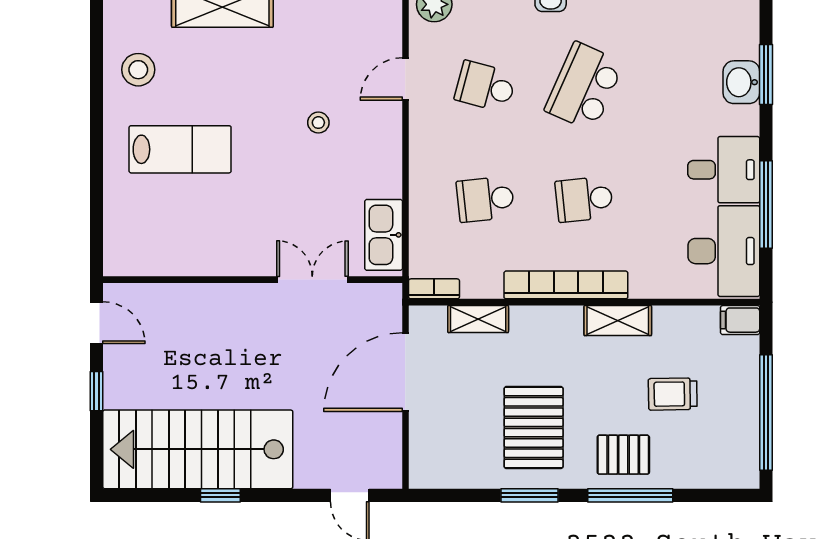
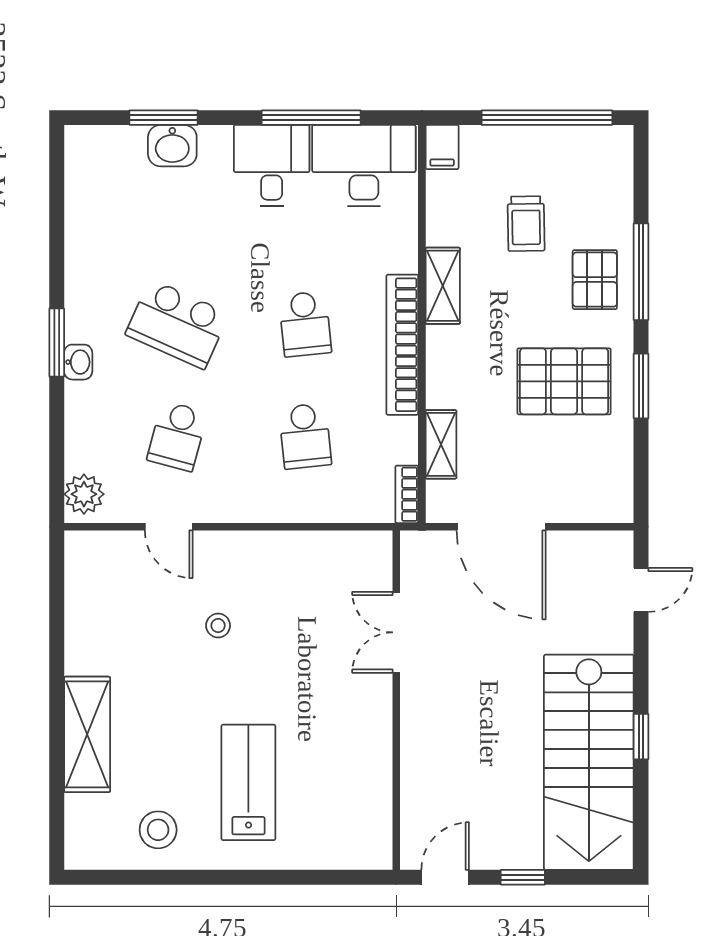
kitchen sink: (384, 235) -> (346, 552), removed

